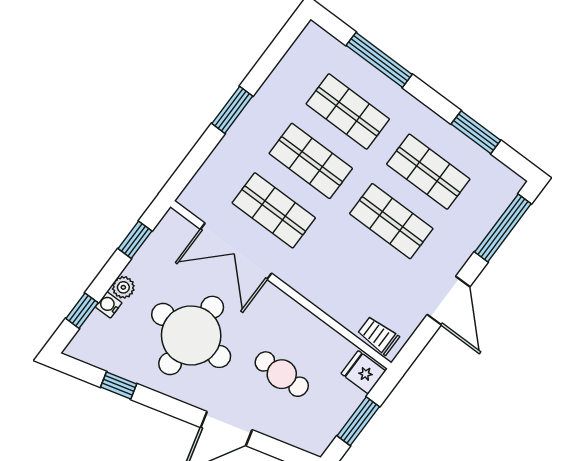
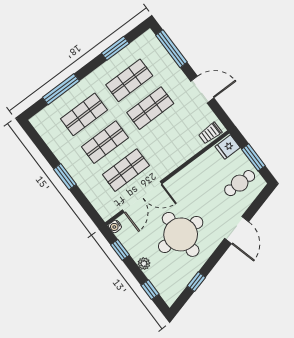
water cooler: (109, 305) -> (115, 226), moved
cafe table: (282, 374) -> (240, 183), moved

